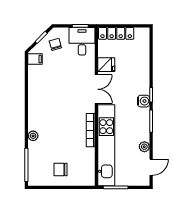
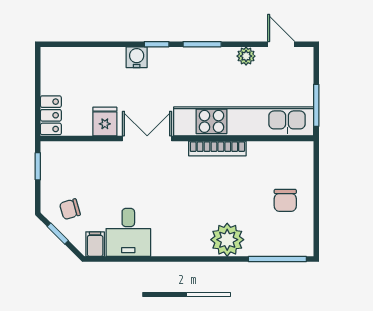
locker: (116, 33) -> (51, 115), width x0.66
desk: (82, 41) -> (128, 232), moved, turned -90
water cooler: (144, 101) -> (137, 57), moved
plant: (33, 136) -> (227, 240), width x1.87, depth x1.87

